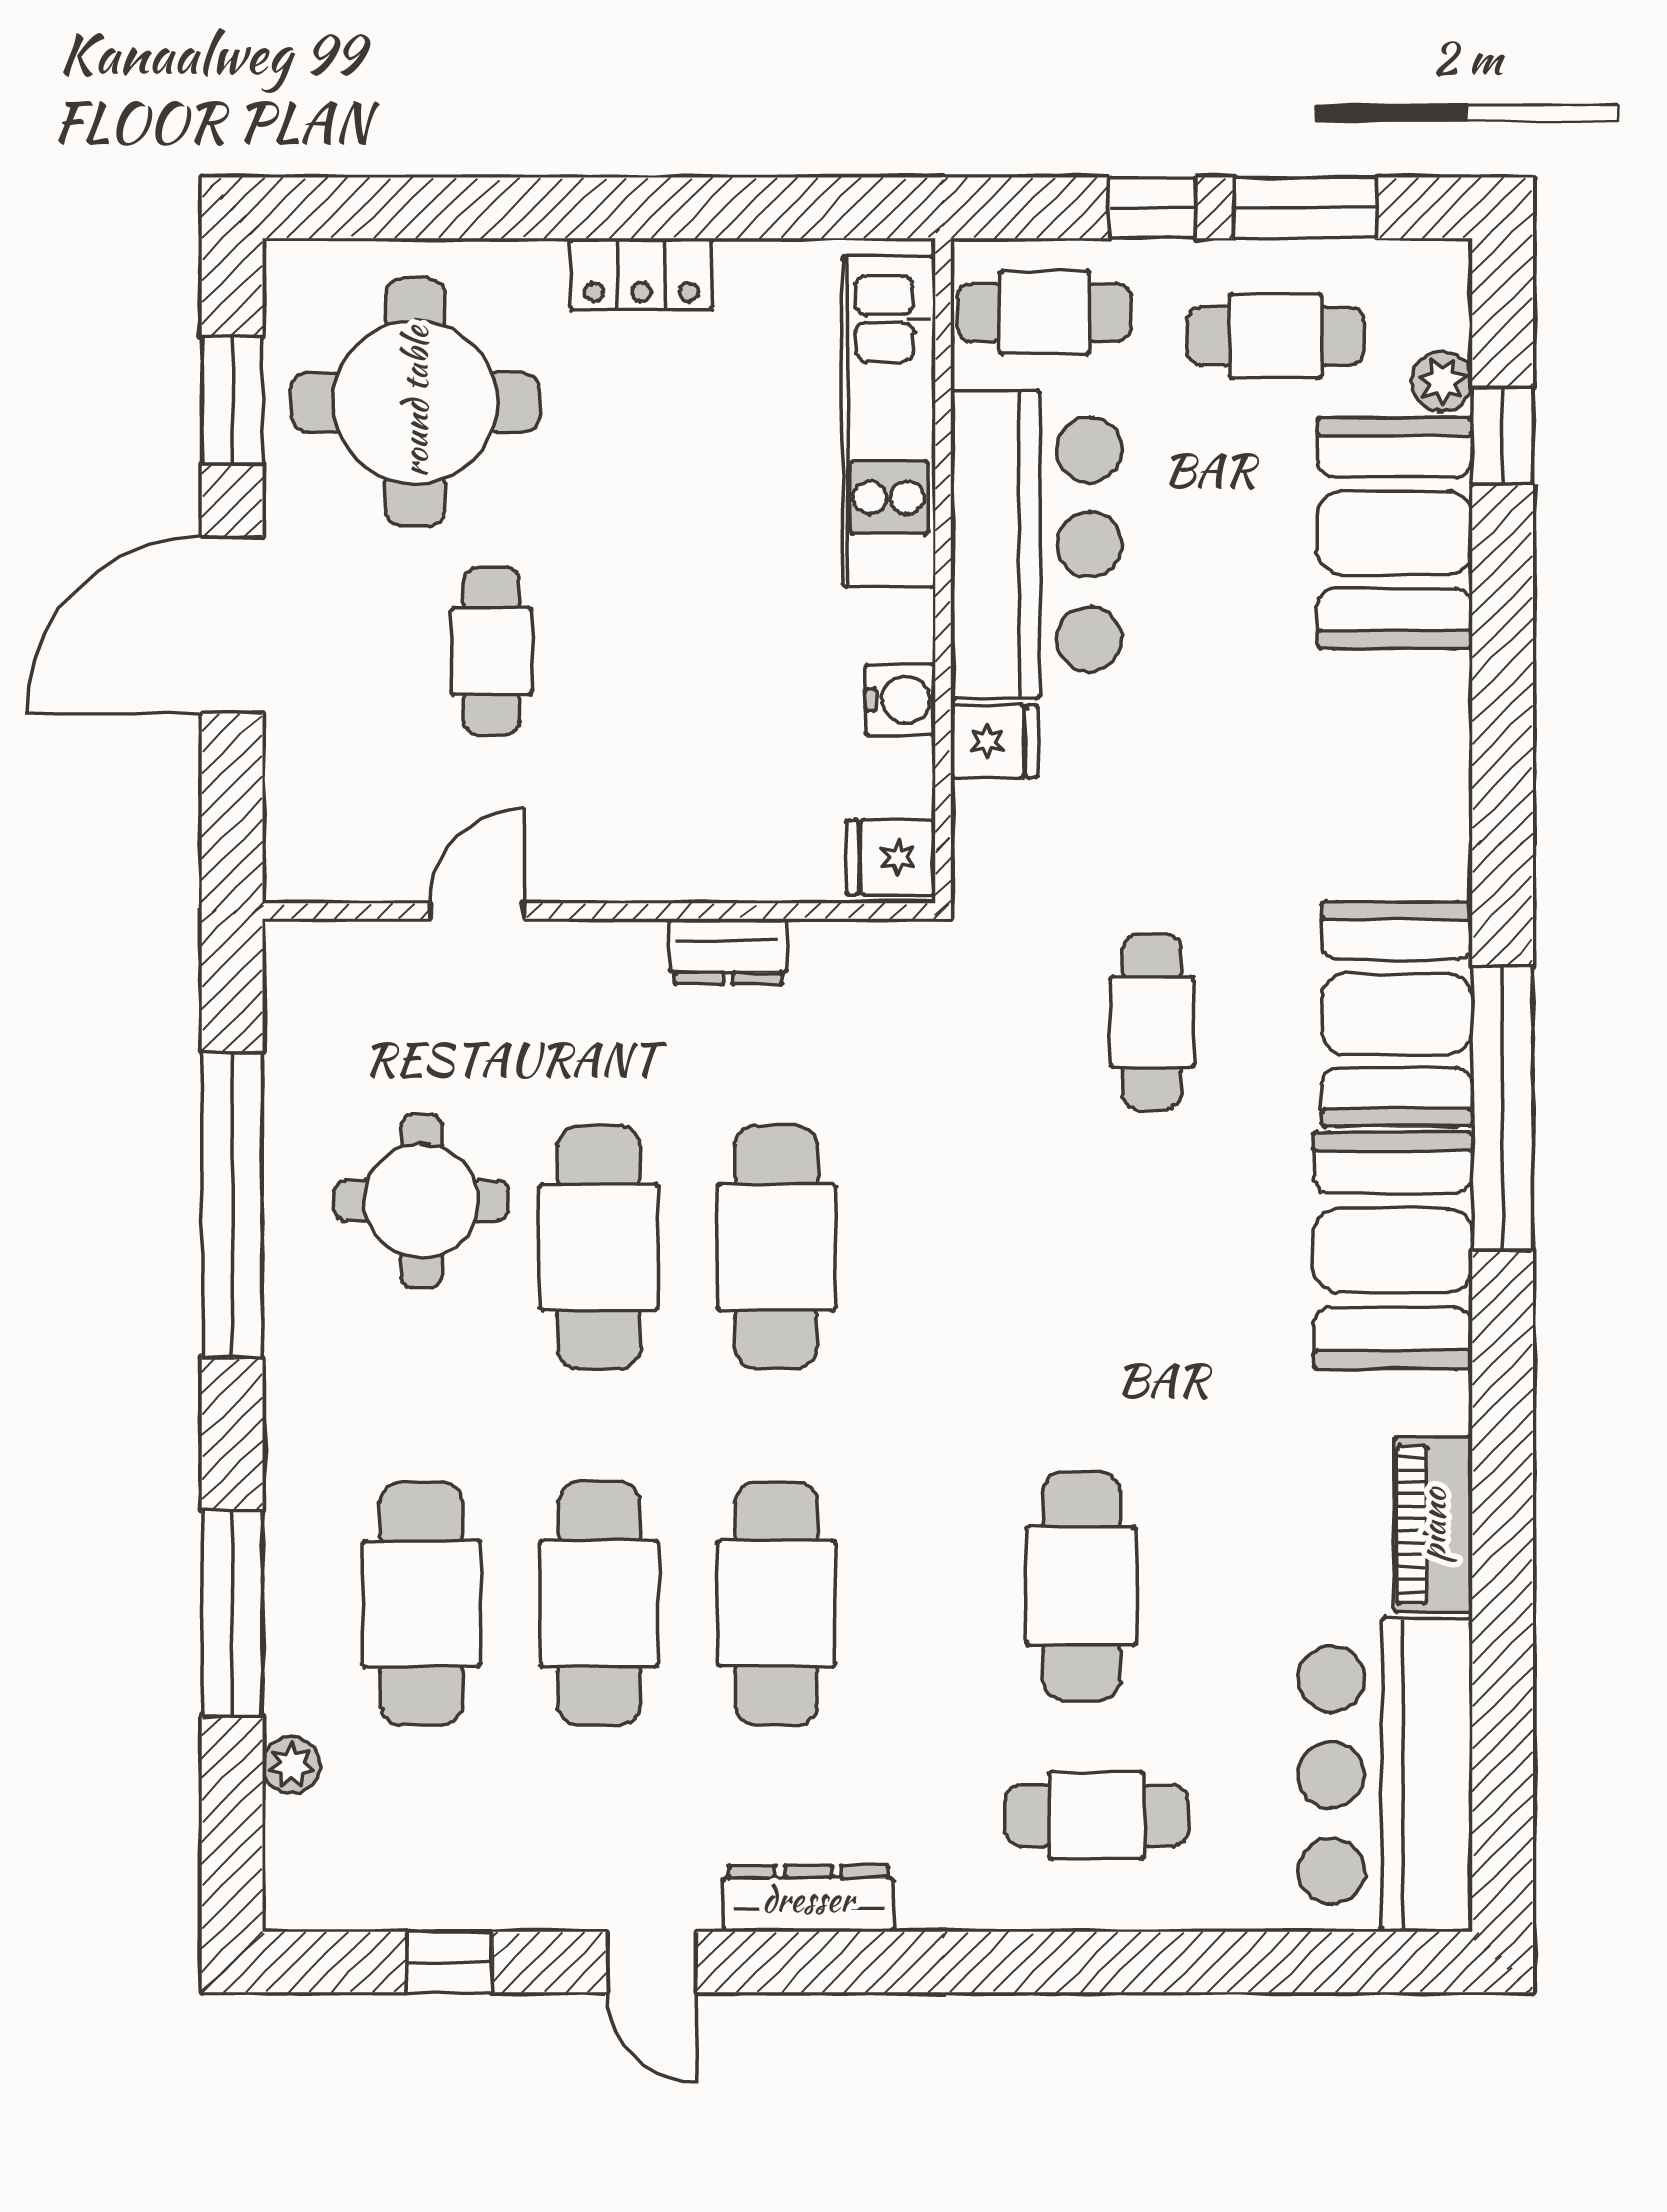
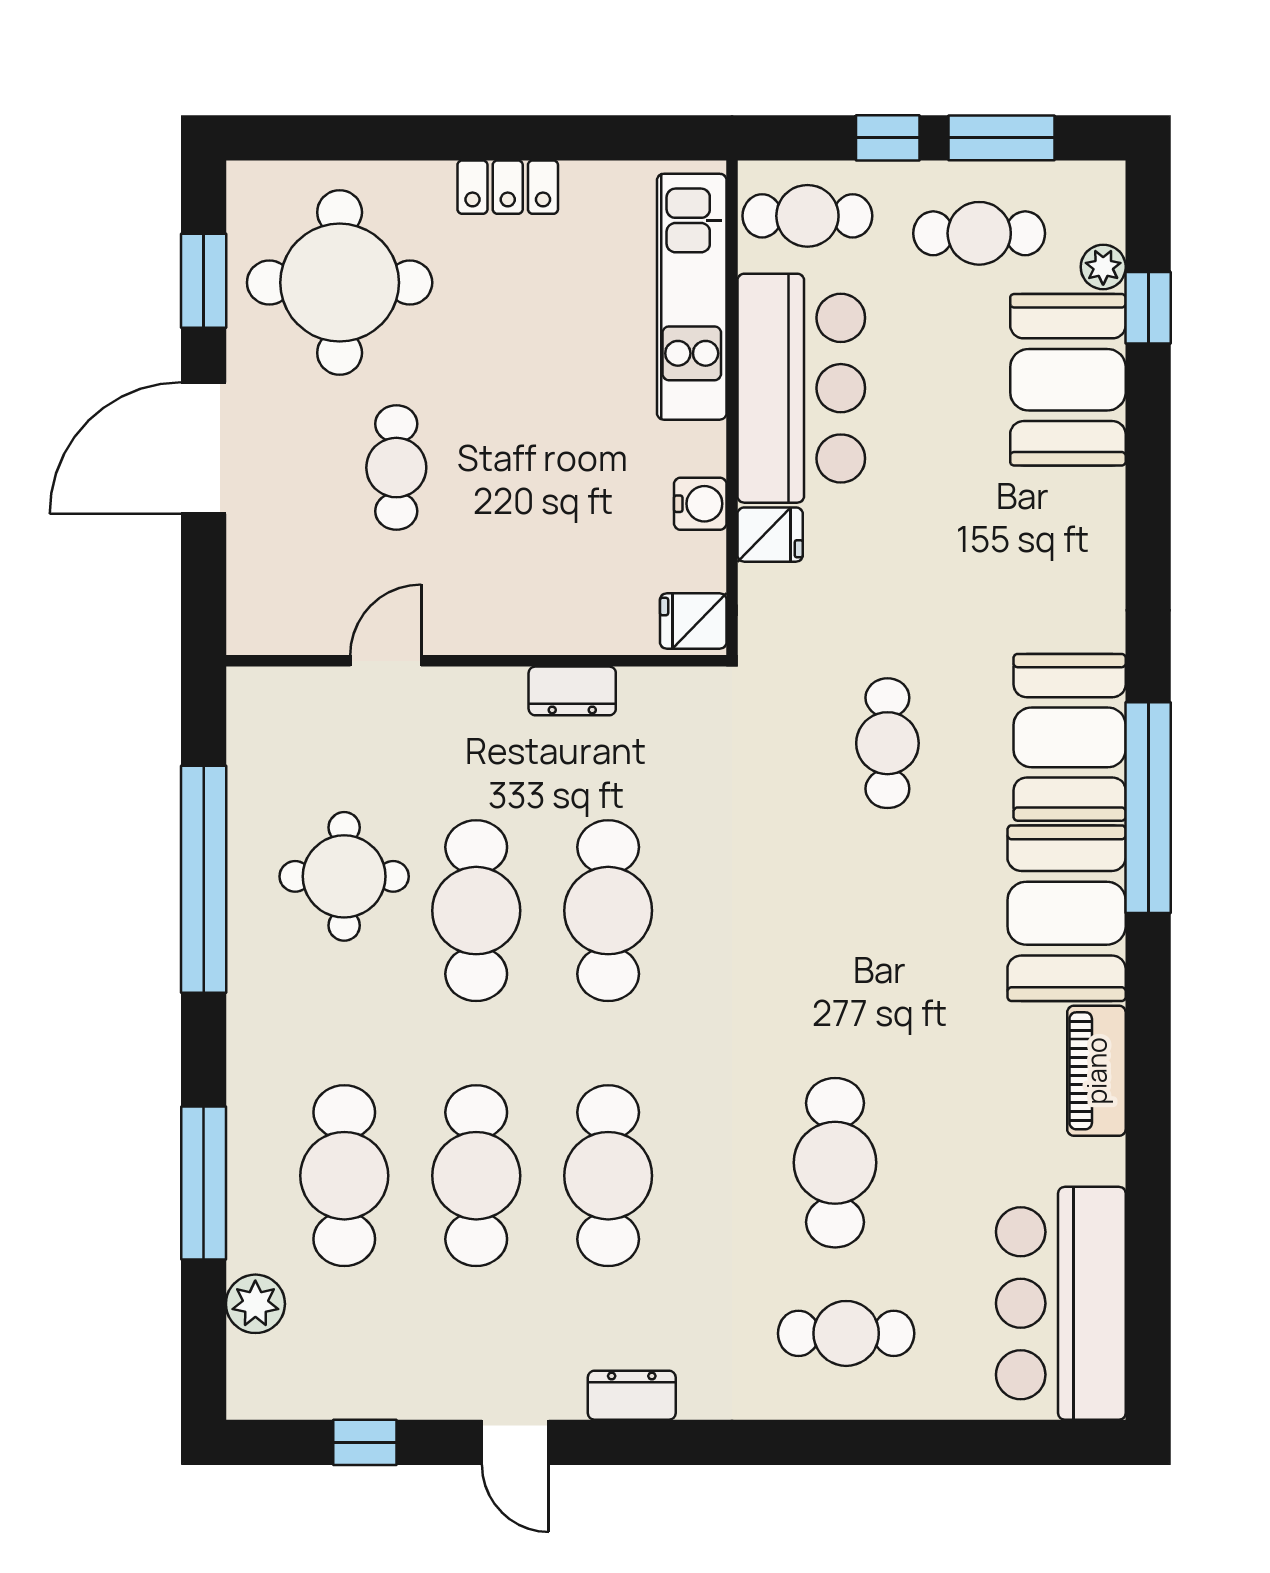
piano: (1433, 1525) -> (1096, 1071), moved
plant: (291, 1765) -> (255, 1304), width x1.38, depth x1.38
dresser: (808, 1899) -> (632, 1395), width x0.70

